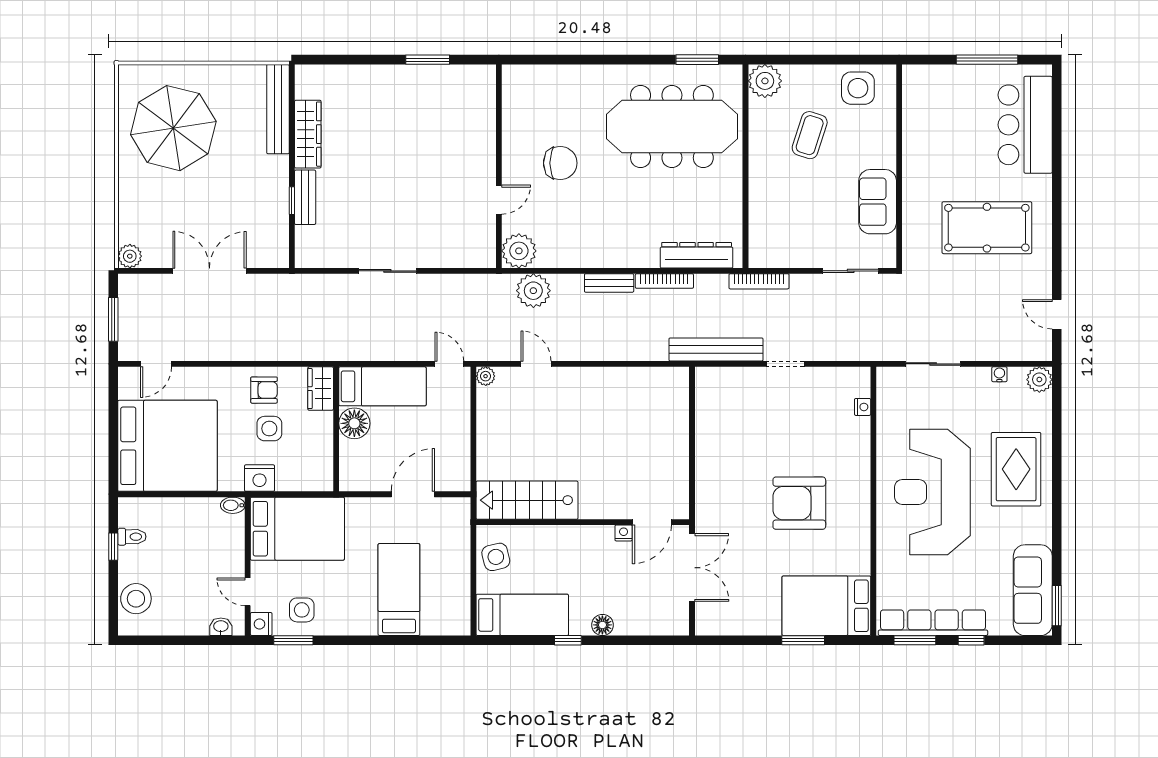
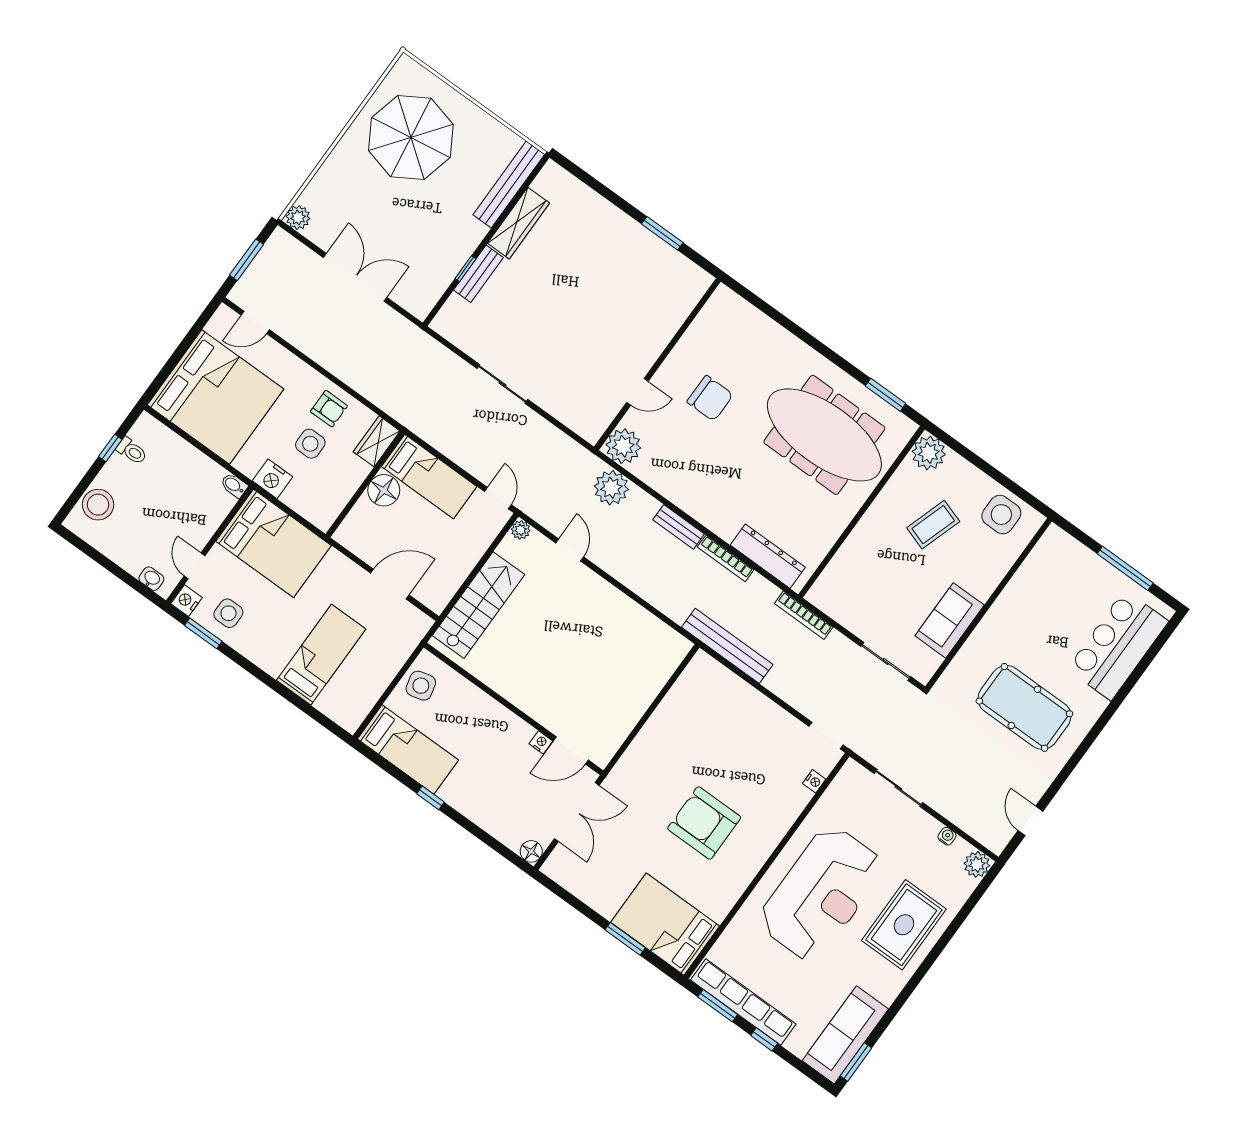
doorway: (785, 364) -> (826, 736), moved
reception desk: (932, 492) -> (821, 894), turned 180
stairs: (527, 500) -> (478, 605), moved, turned 90
floor lamp: (602, 625) -> (531, 851), moved

